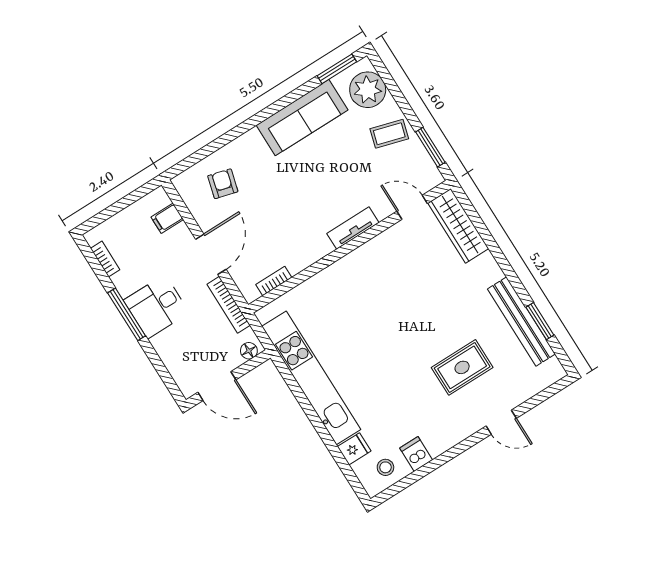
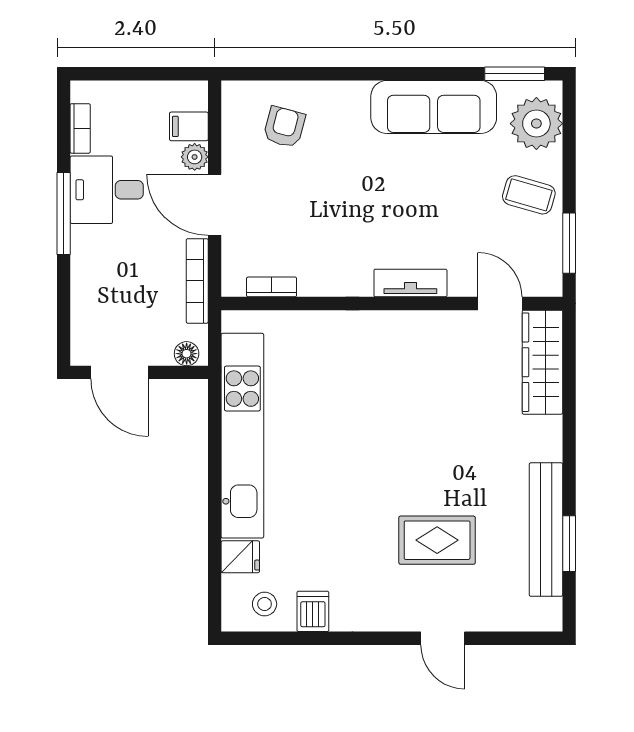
plant: (182, 234) -> (195, 157), added
door: (211, 254) -> (215, 205), swing flipped
desk: (156, 306) -> (107, 190), moved

